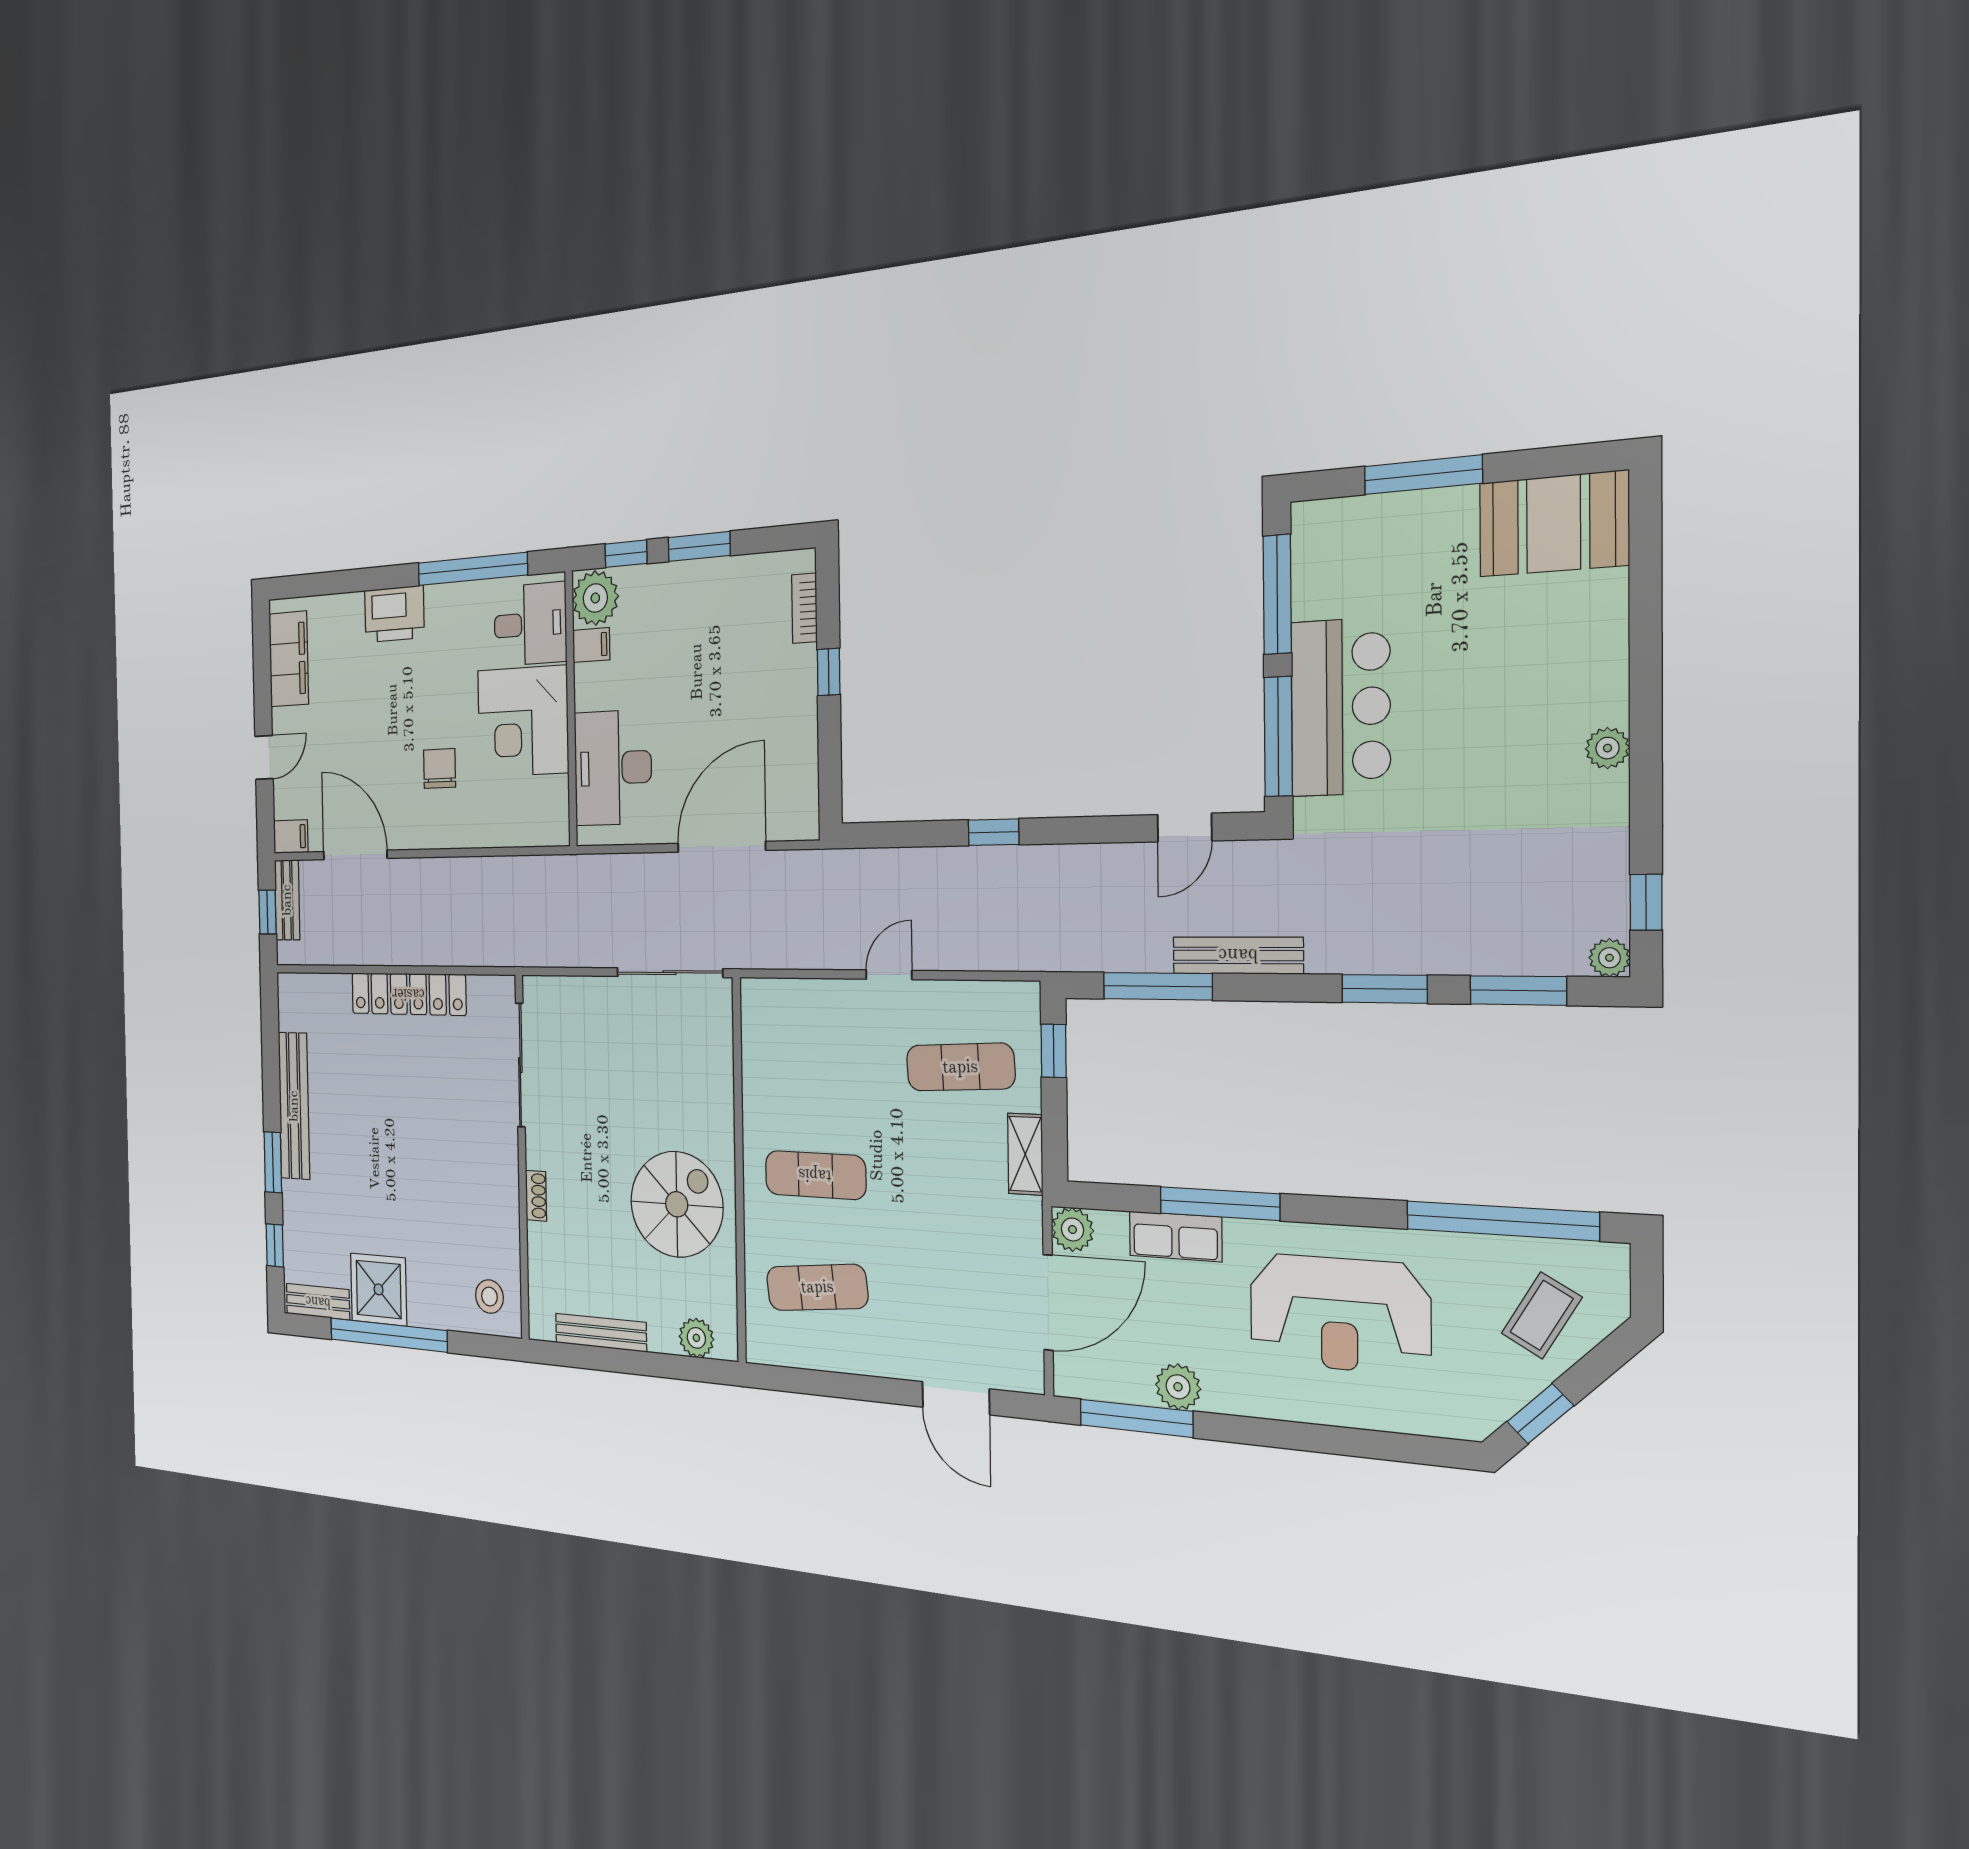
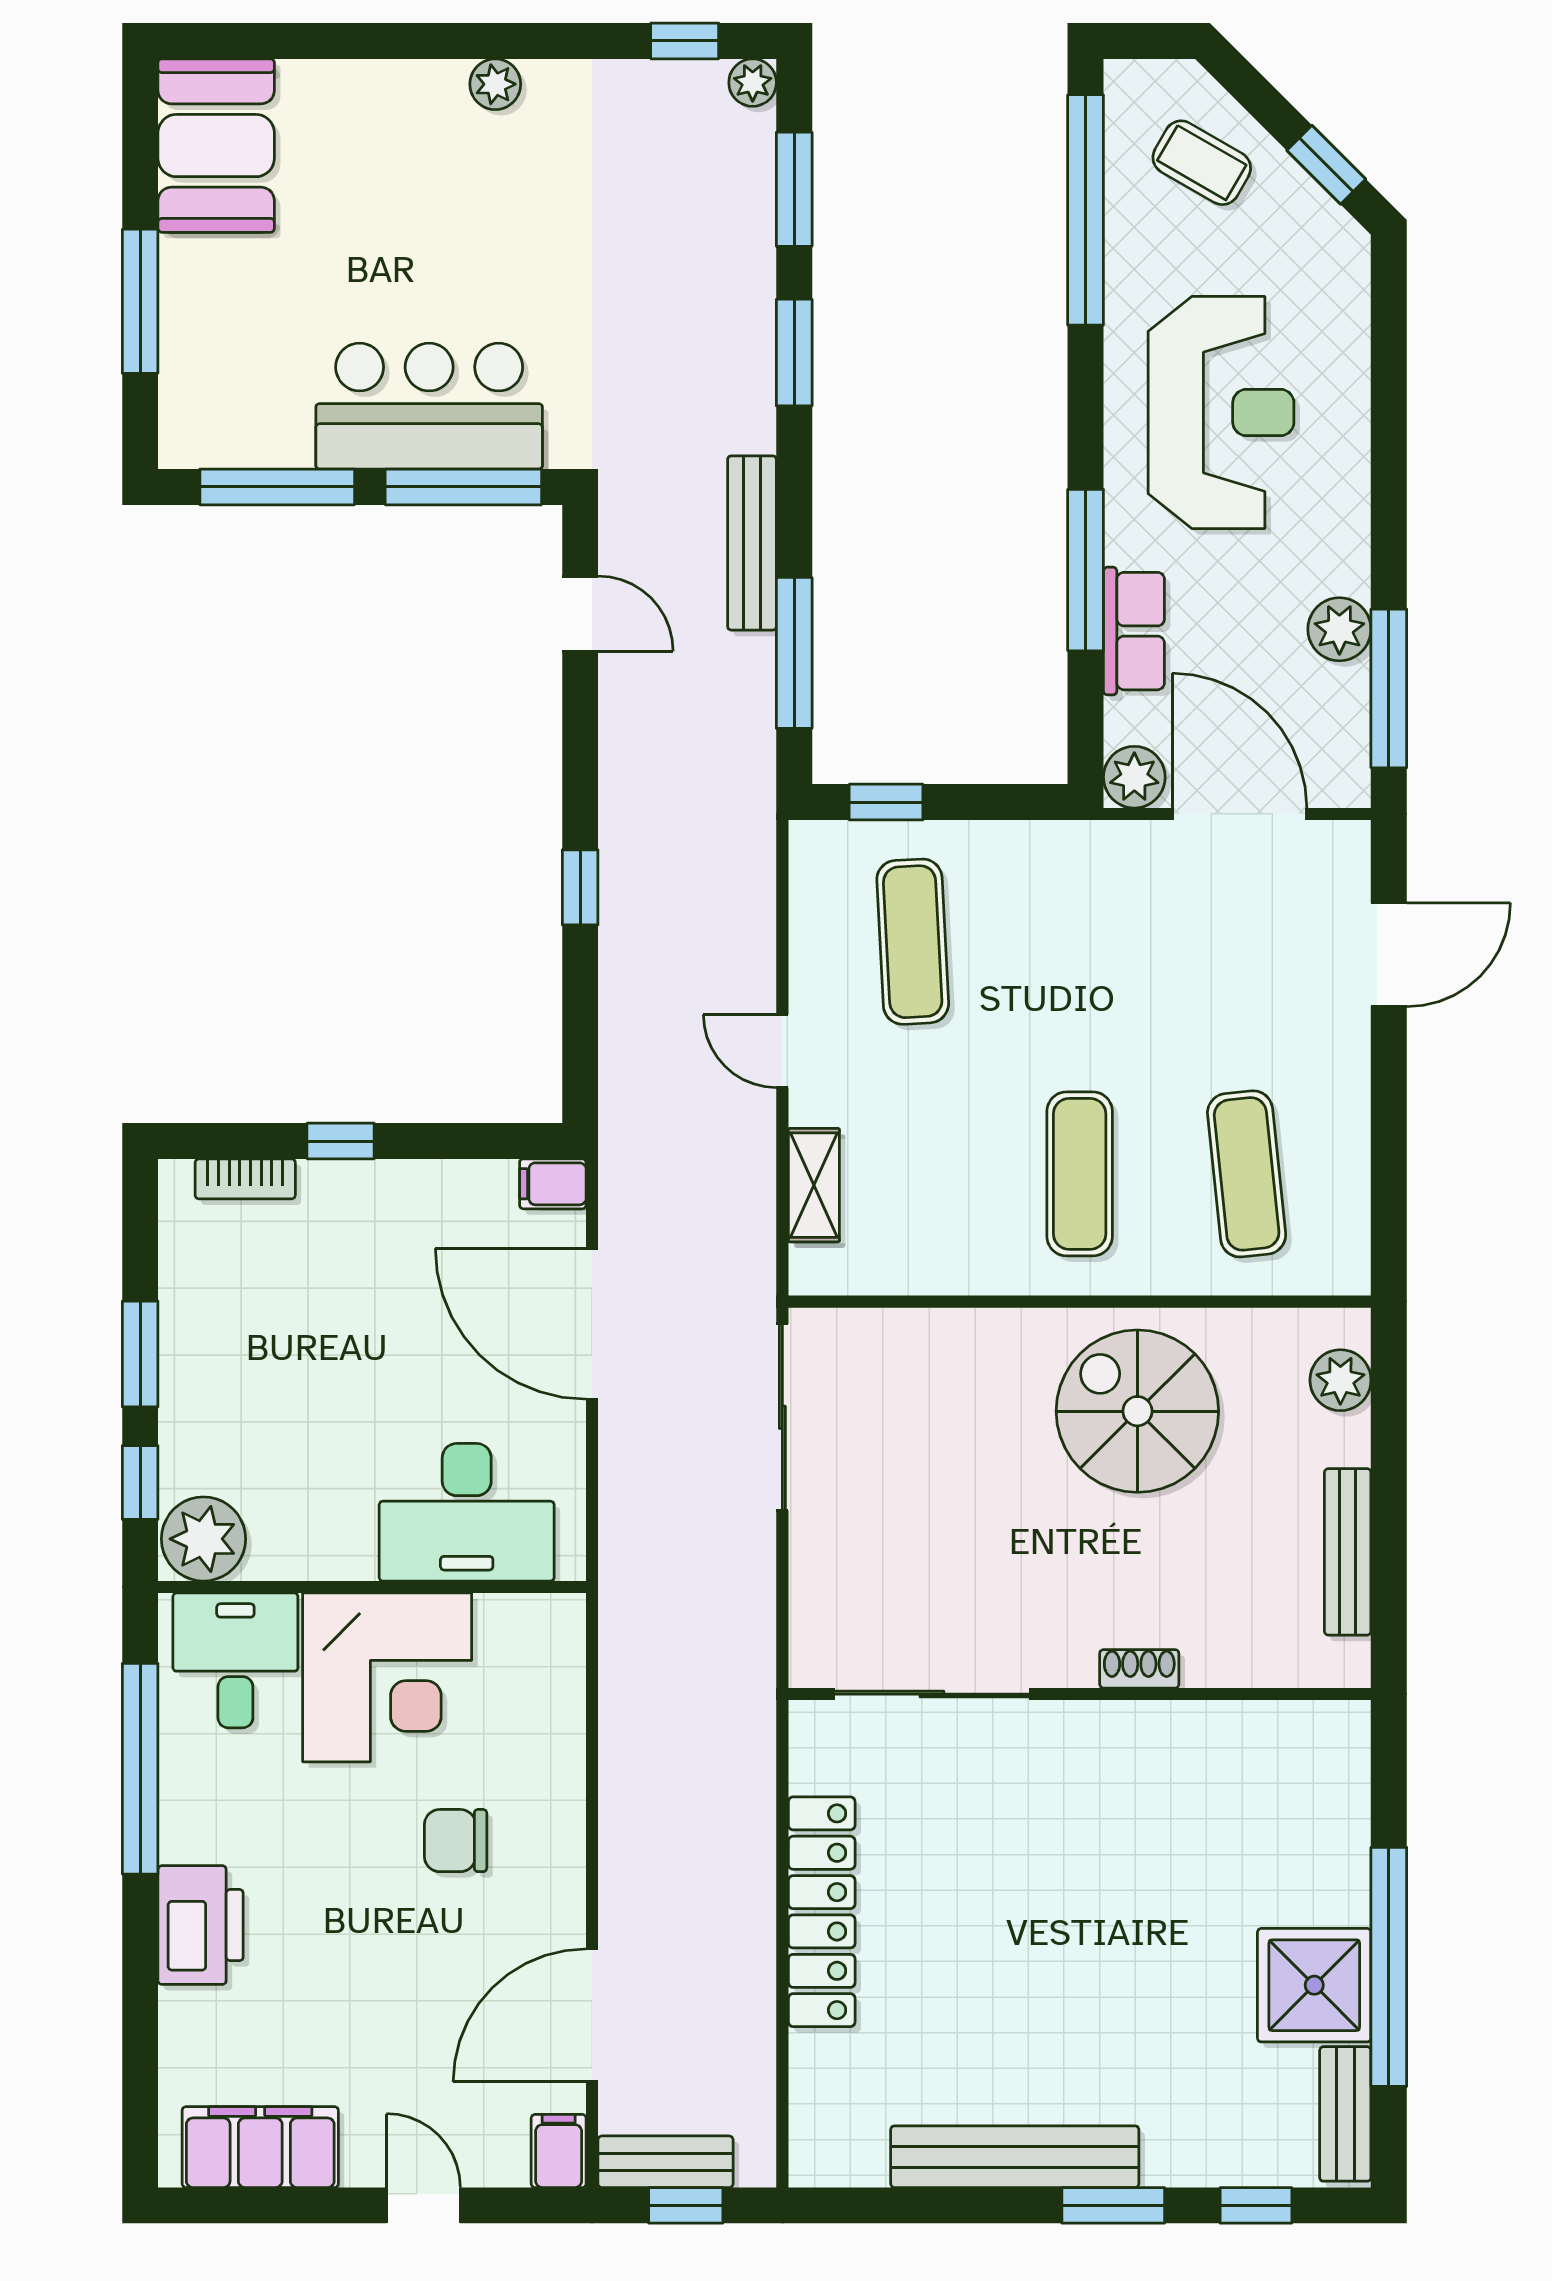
filing cabinet: (591, 645) -> (553, 1184), moved, turned -90
shelving: (1025, 1154) -> (814, 1185), moved, turned 90
stool: (489, 1297) -> (1308, 1762), removed

